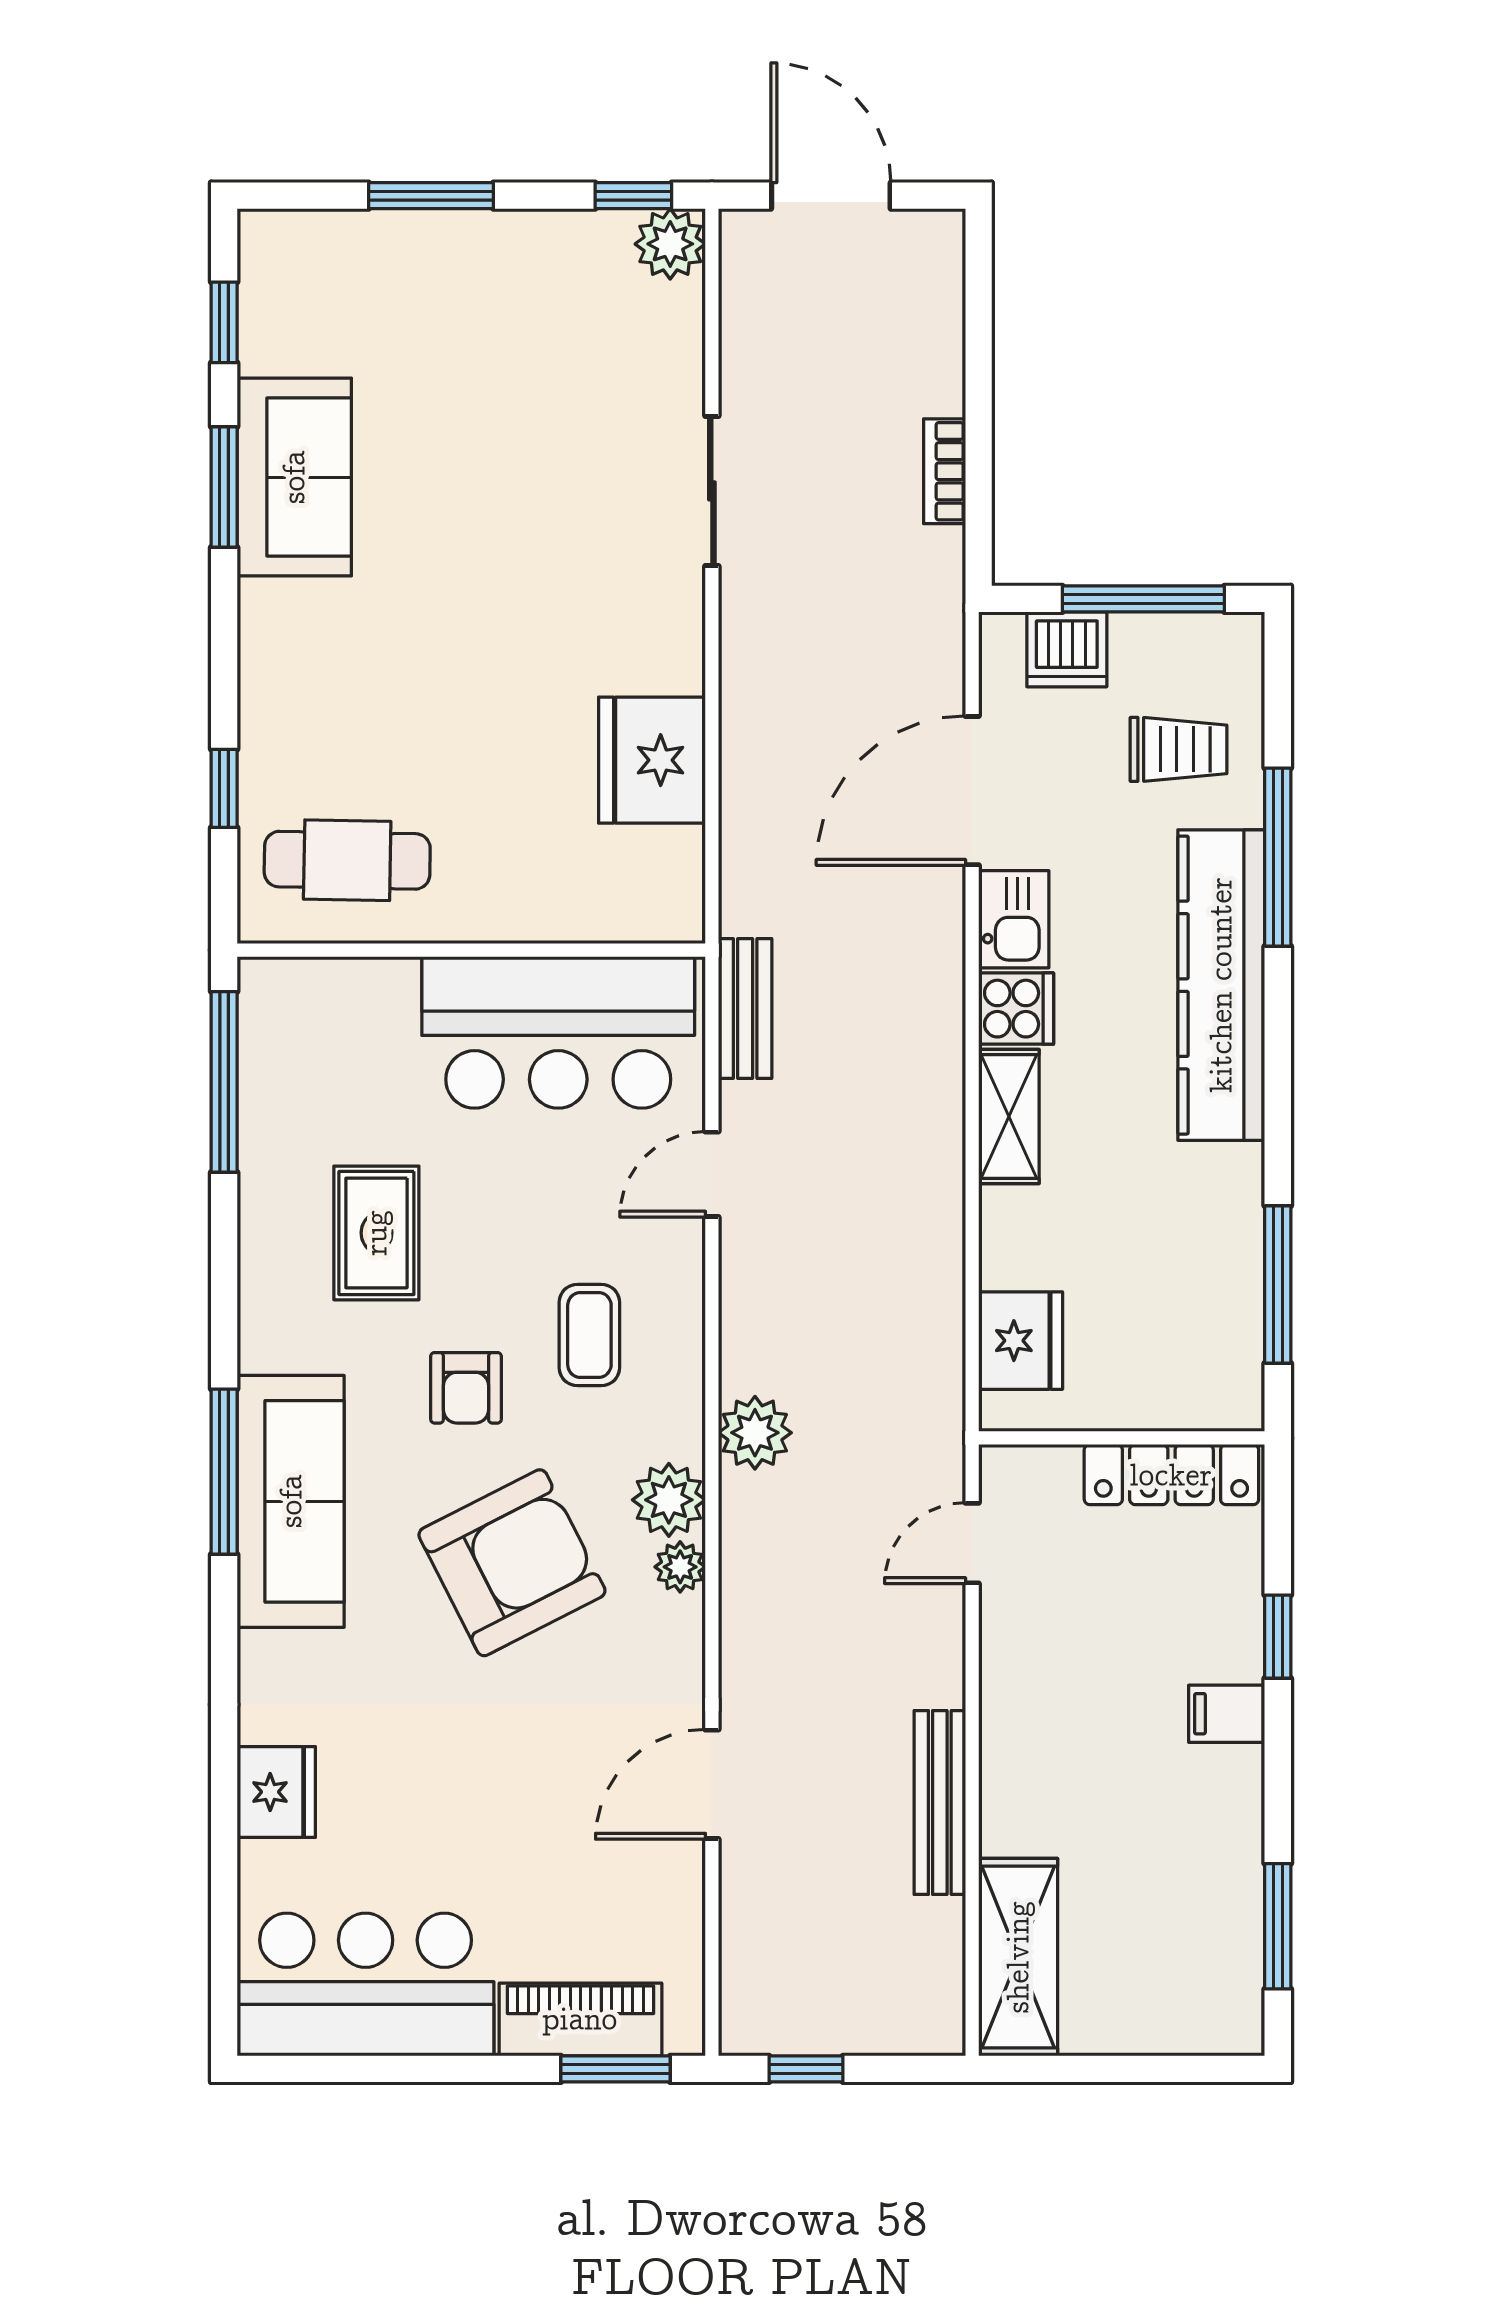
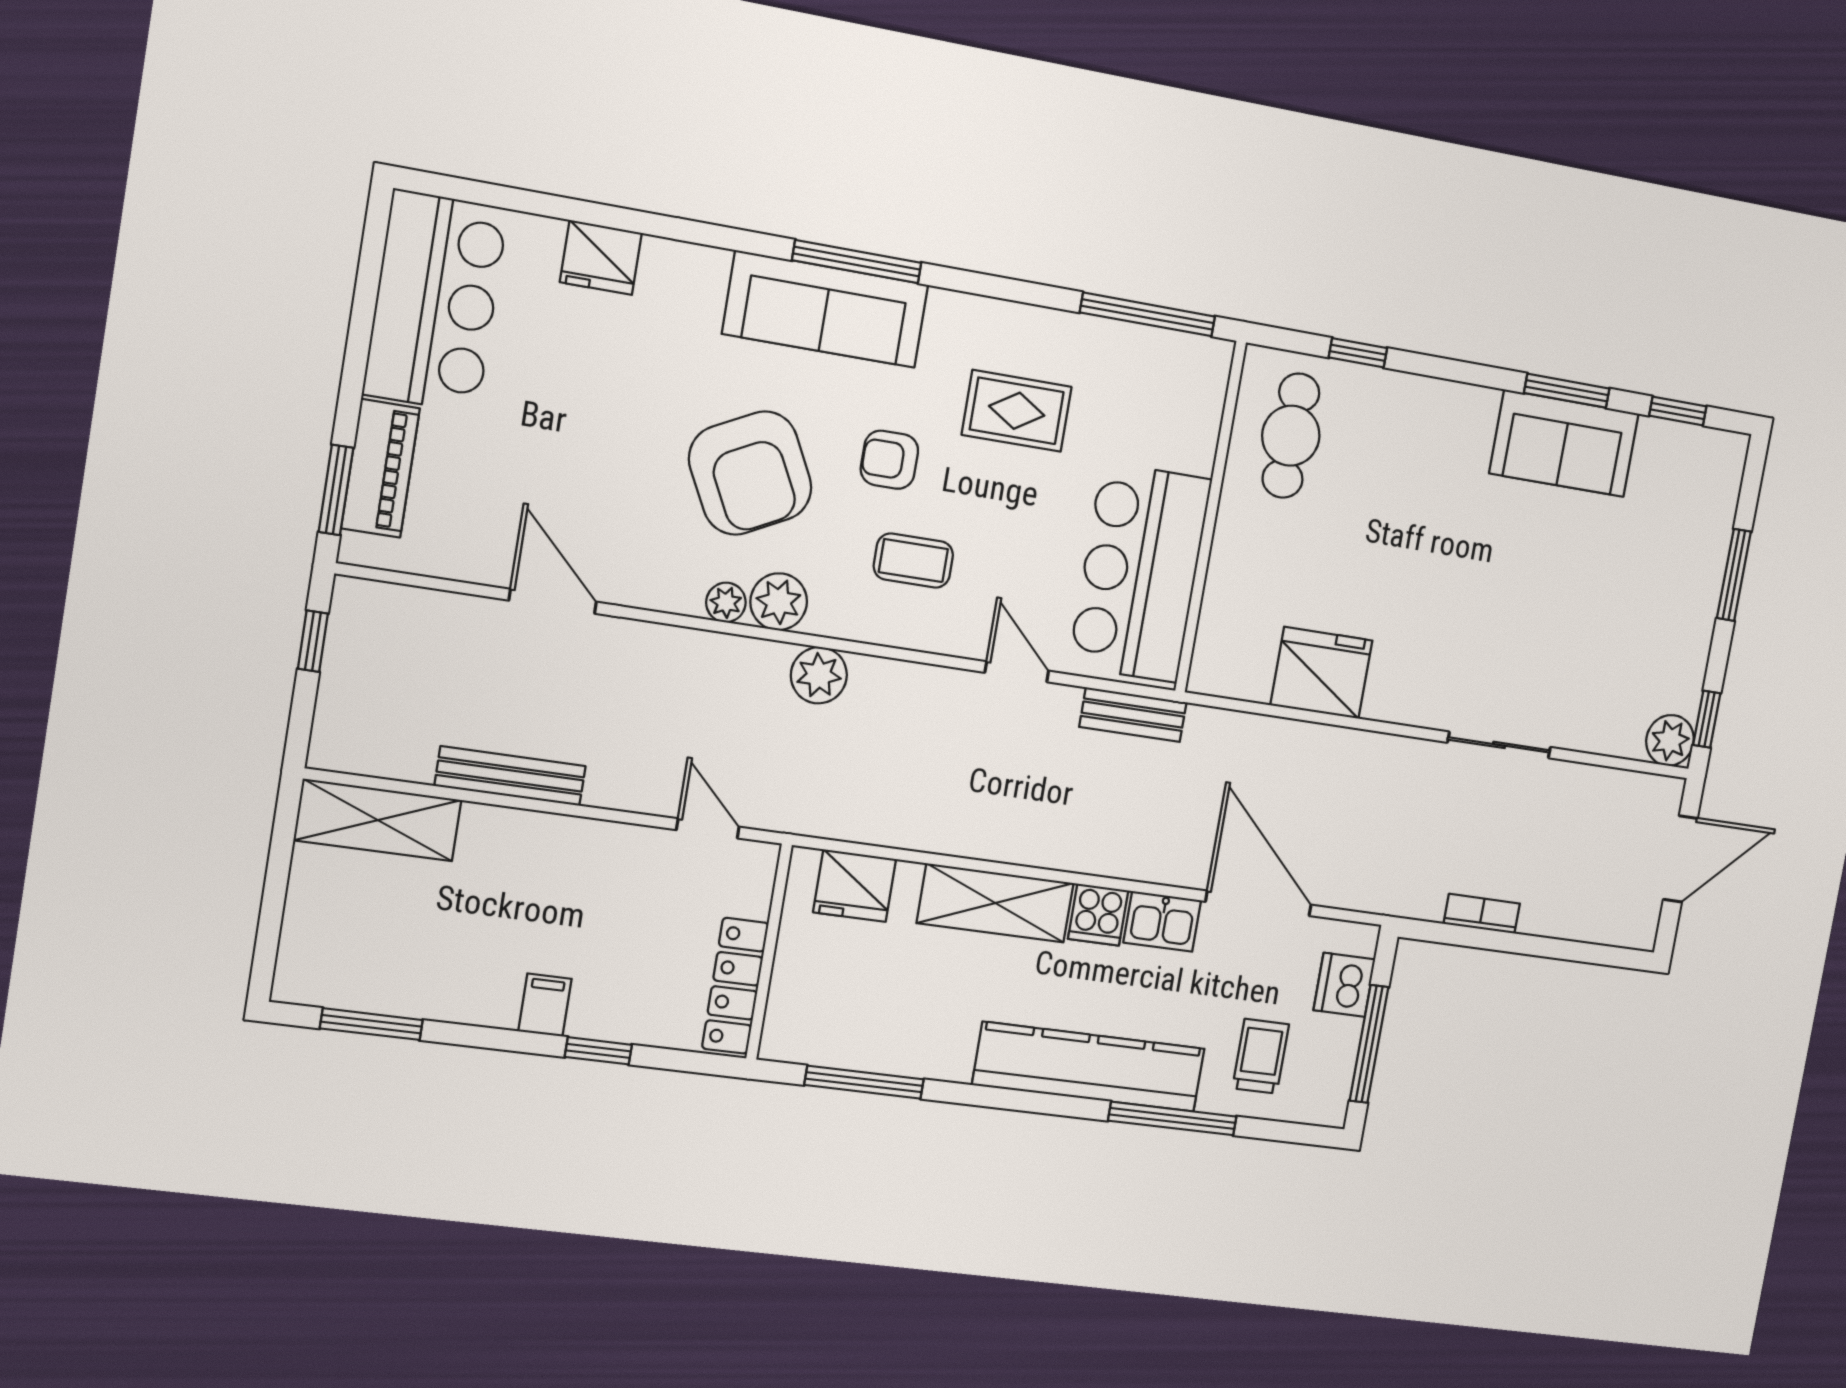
trolley: (1179, 749) -> (1261, 1056), turned 180
shelving: (1009, 1117) -> (995, 903), width x1.50, depth x1.33

